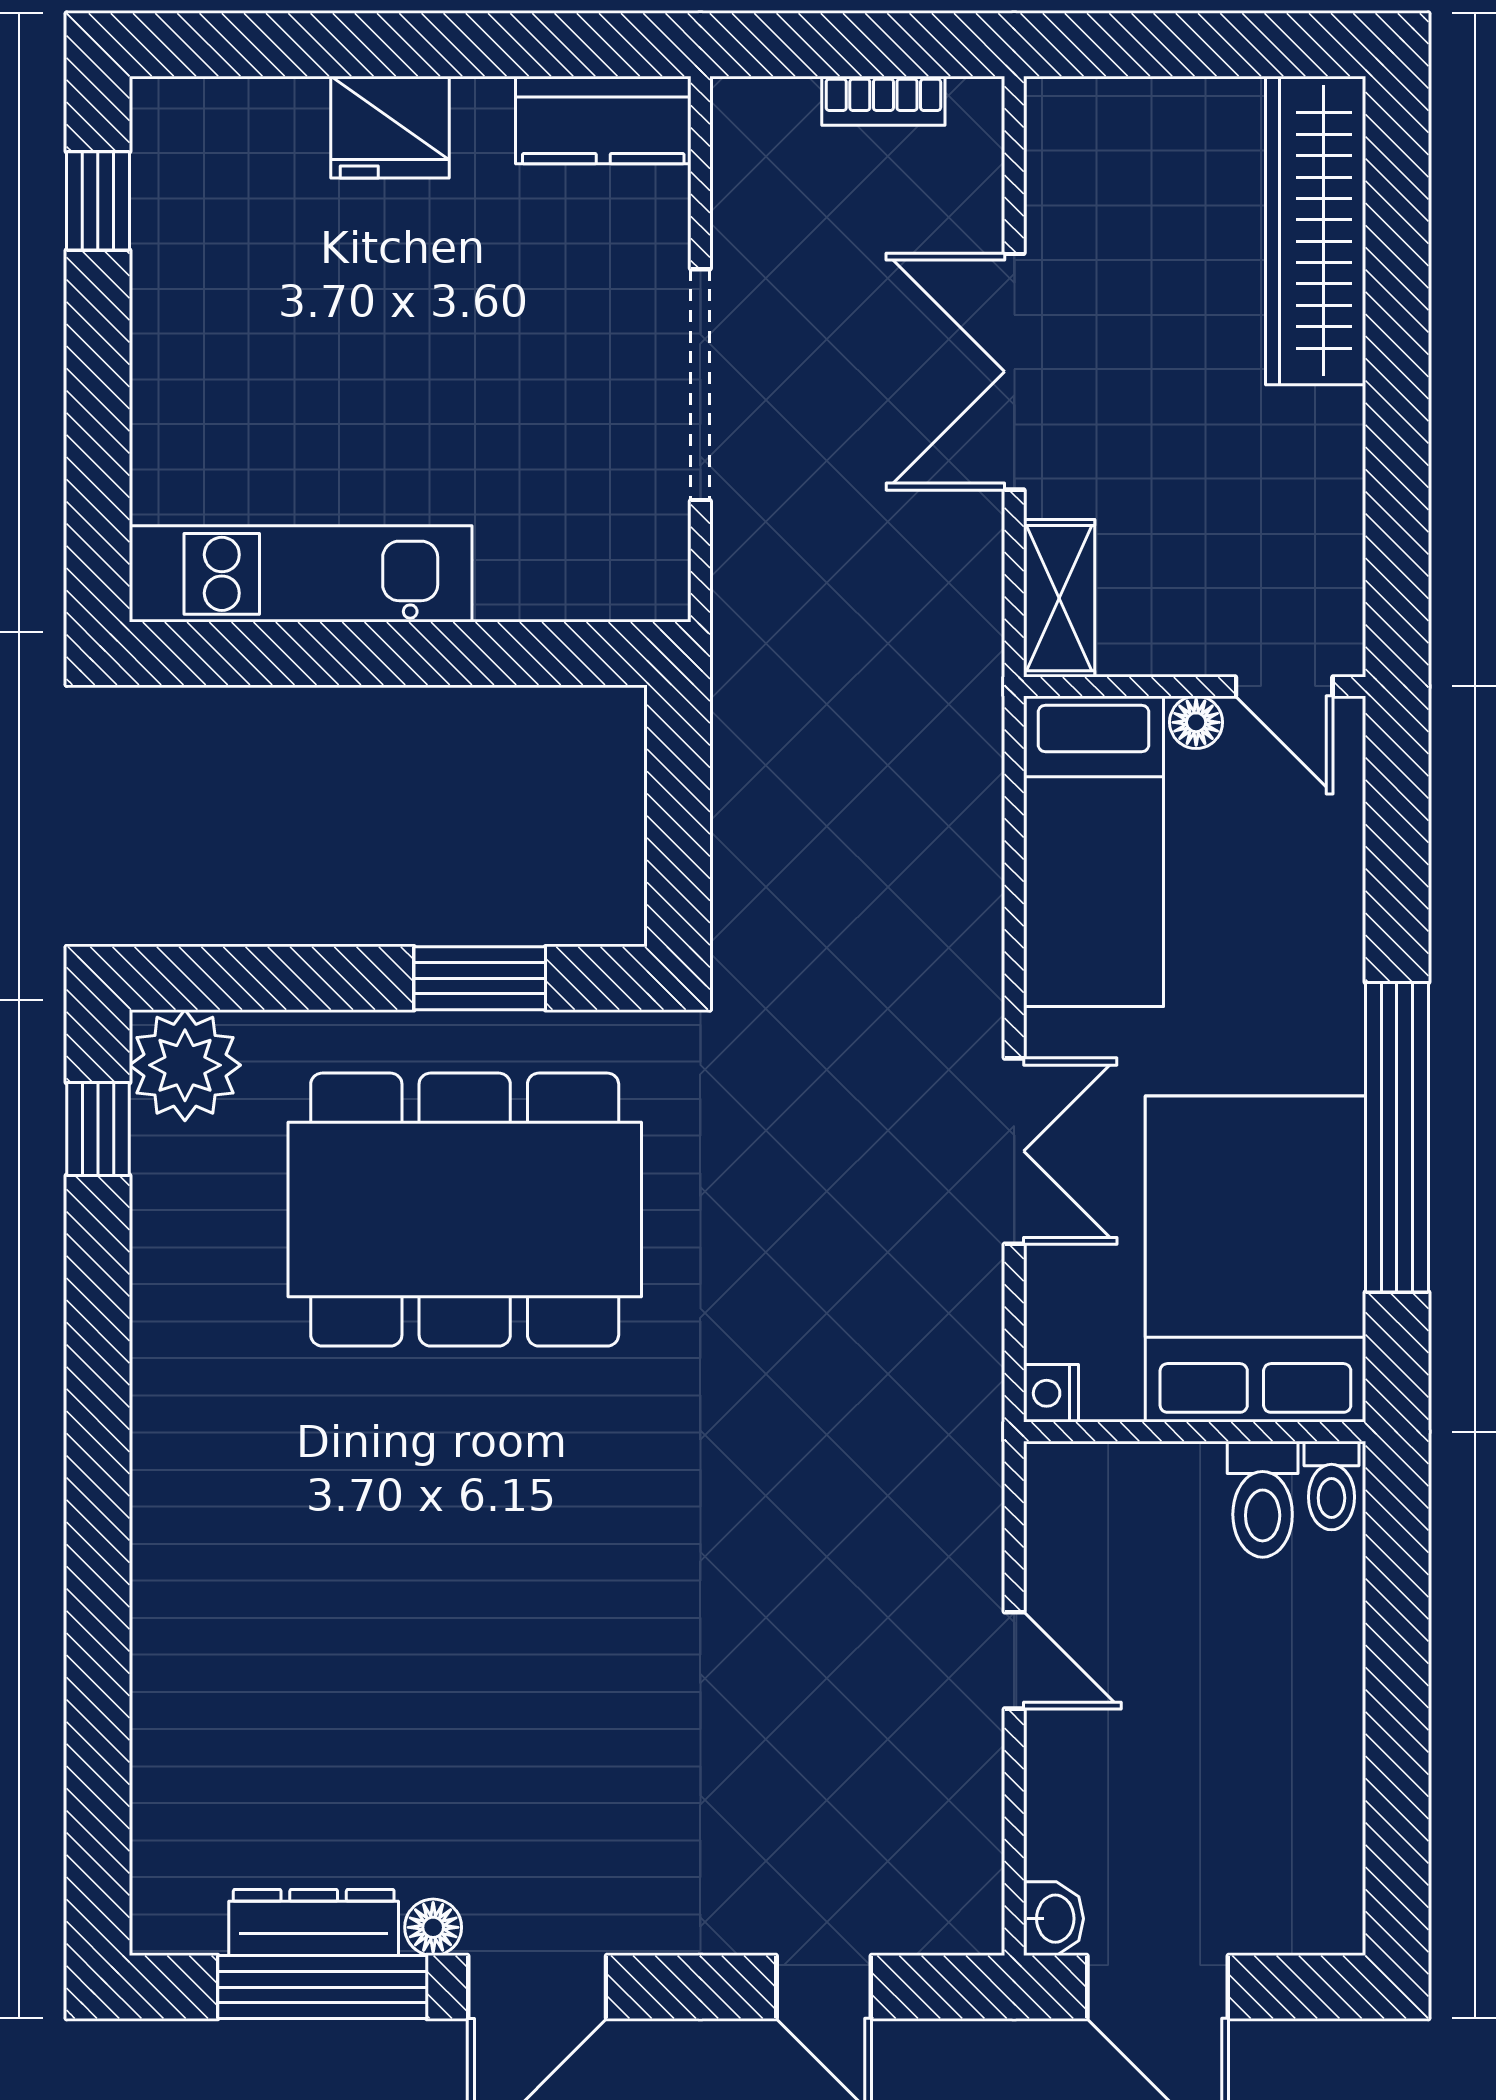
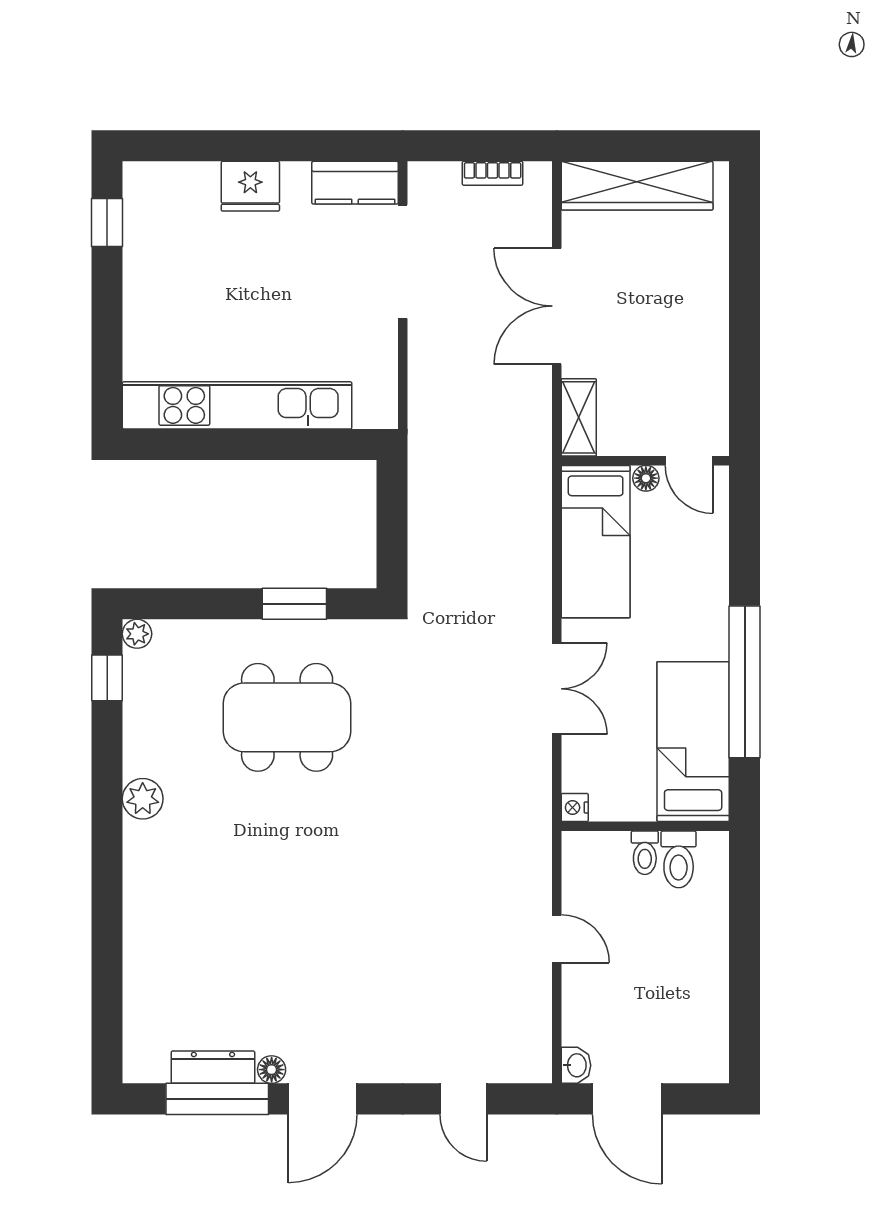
wardrobe: (1316, 231) -> (637, 186), moved, turned -90
doorway: (700, 385) -> (403, 262), moved
kitchen unit: (301, 574) -> (237, 405), width x1.36
plant: (185, 1065) -> (137, 634), width x0.53, depth x0.53
dining table: (465, 1210) -> (287, 717), width x0.73, depth x0.80
bed: (1255, 1259) -> (693, 742), width x0.67
plant: (171, 1375) -> (143, 799), added
toilet: (1331, 1486) -> (645, 853), moved

